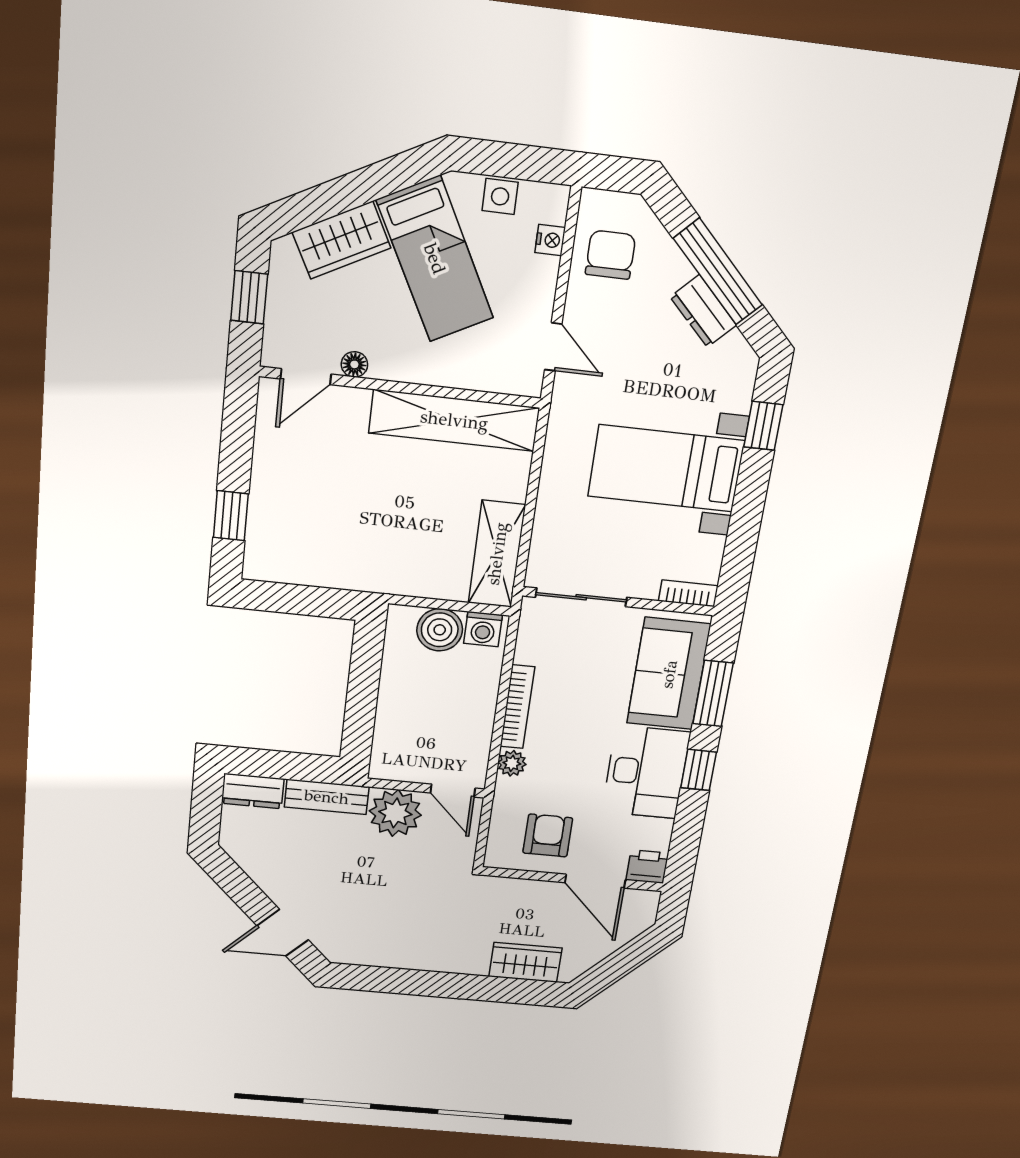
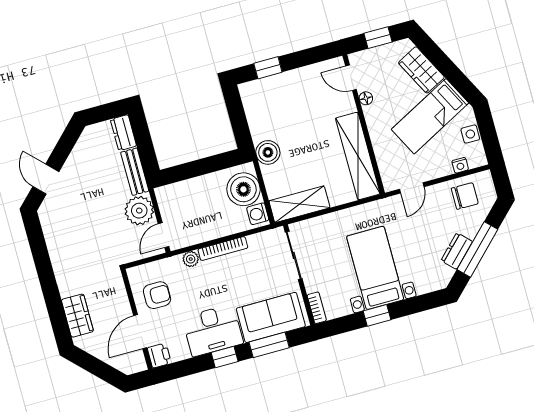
window: (763, 426) -> (377, 315), moved
boiler: (383, 573) -> (268, 152), added
boiler: (440, 630) -> (243, 189), width x1.37, depth x1.37

